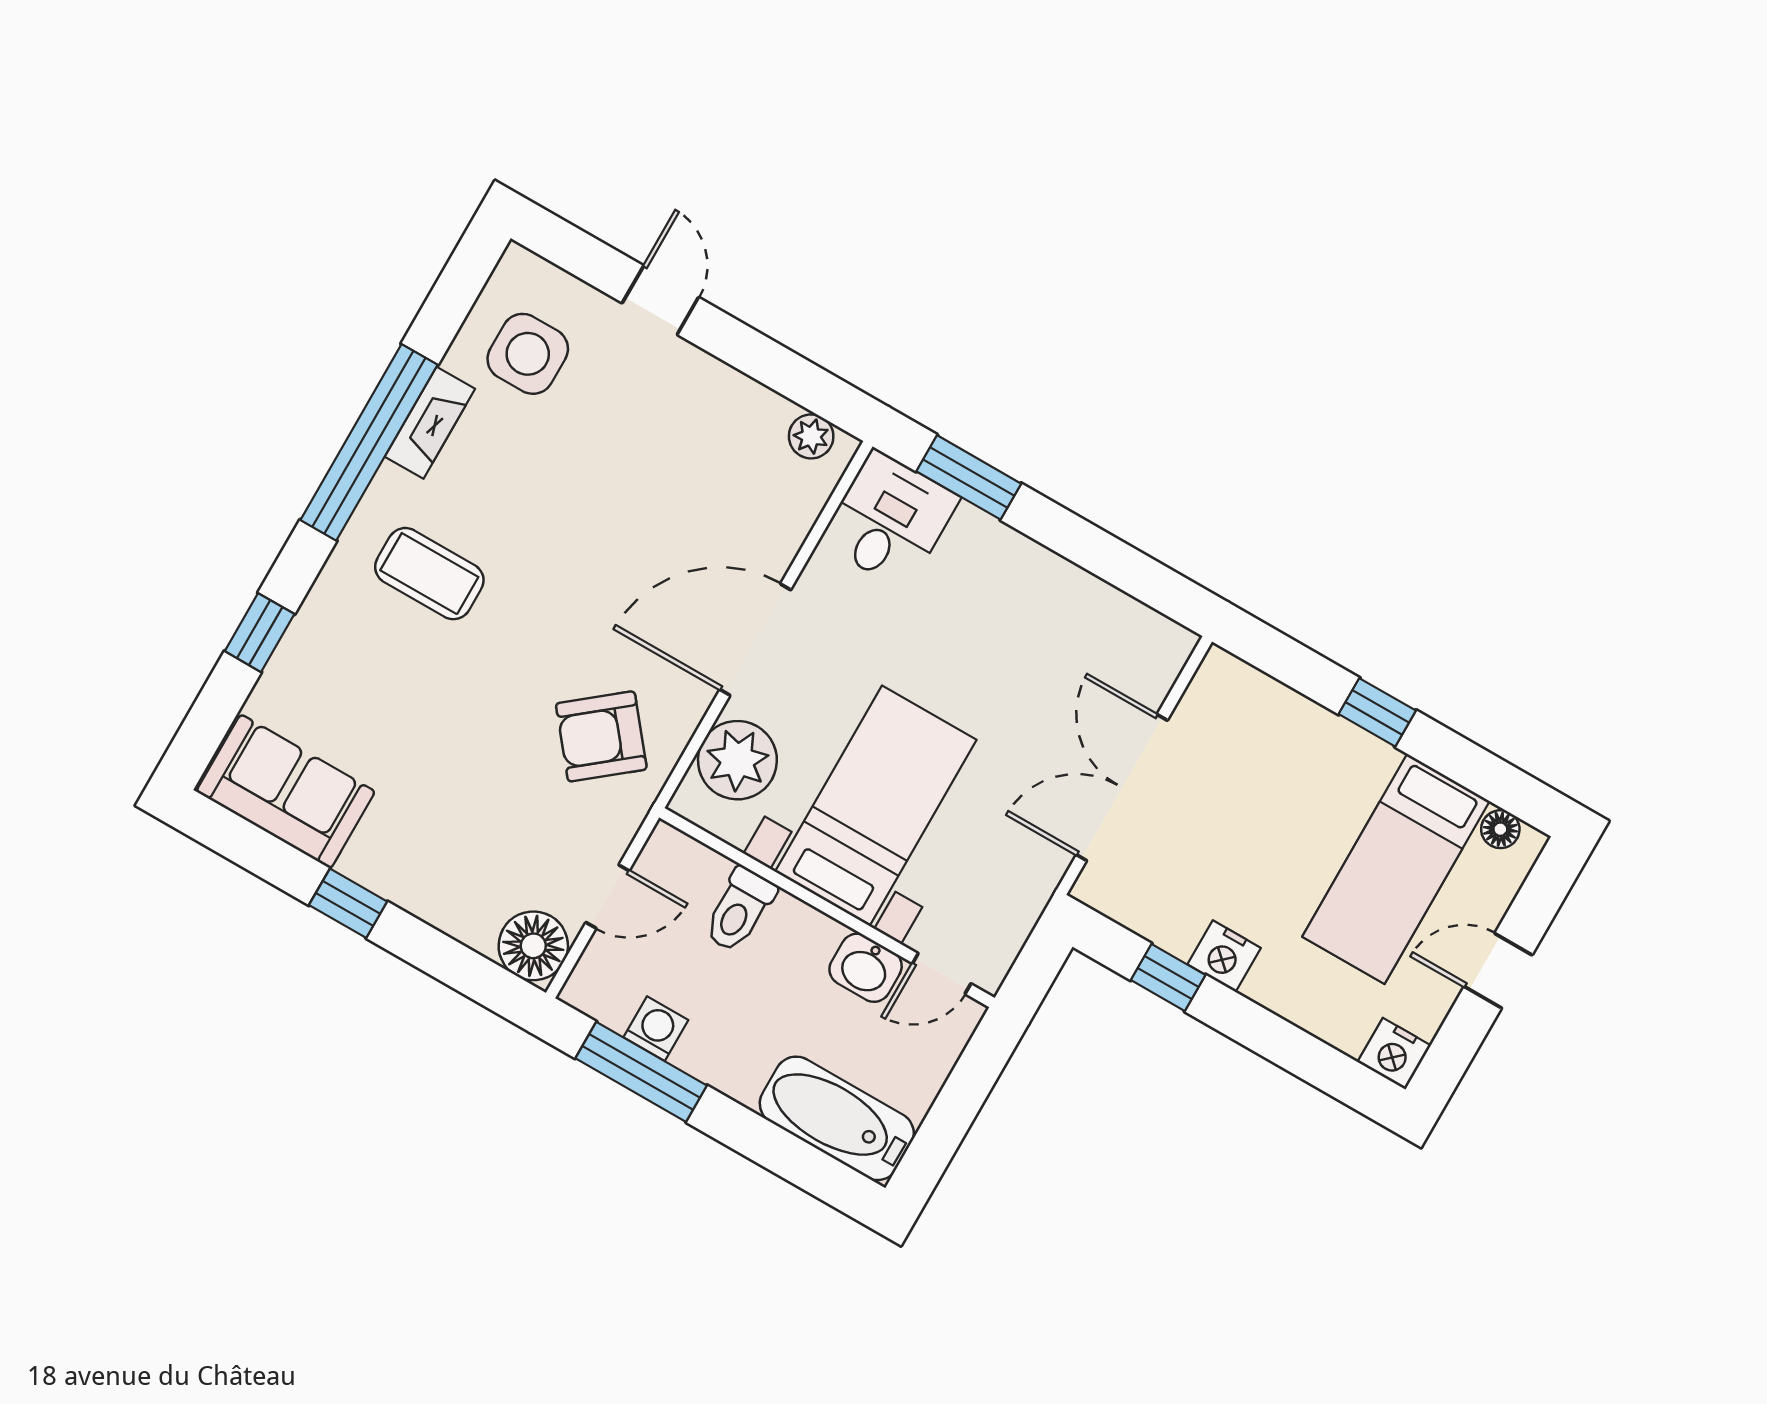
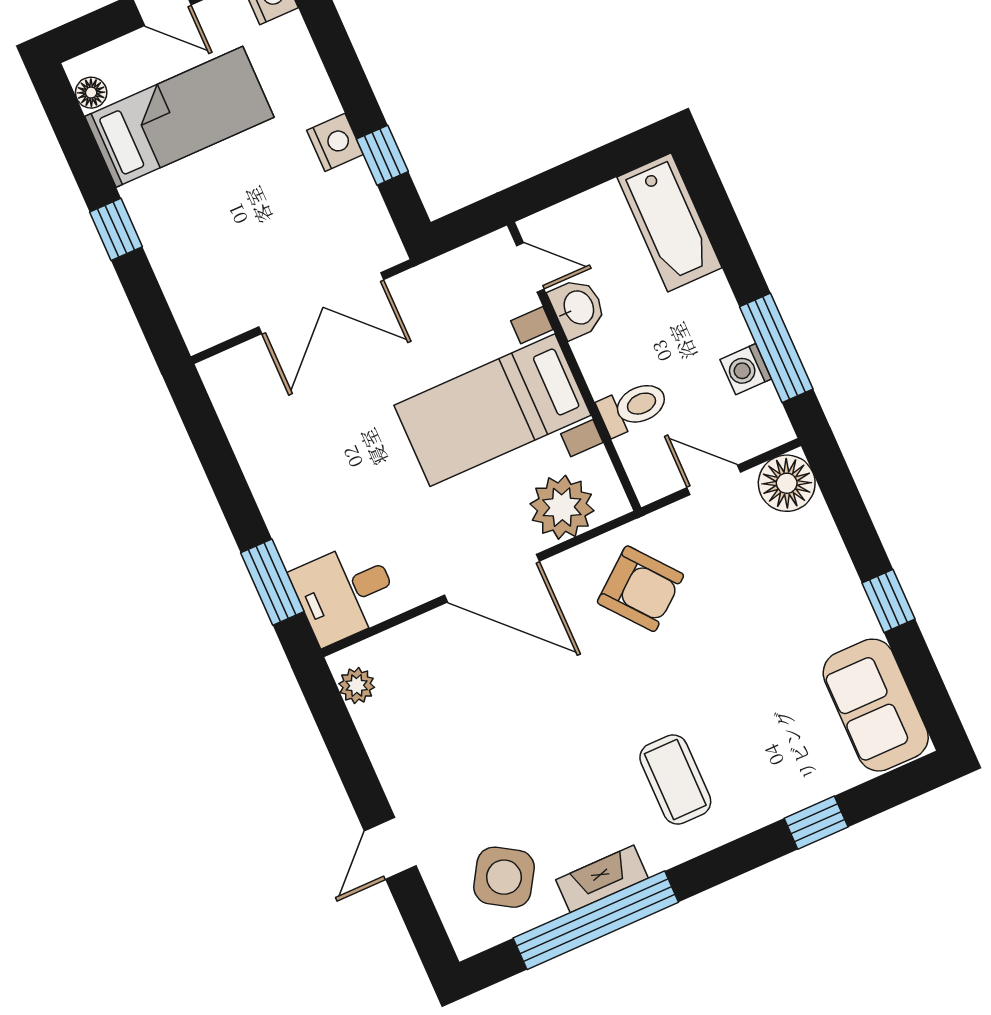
side table: (528, 354) -> (504, 877), turned 32
window: (369, 442) -> (596, 920), moved

